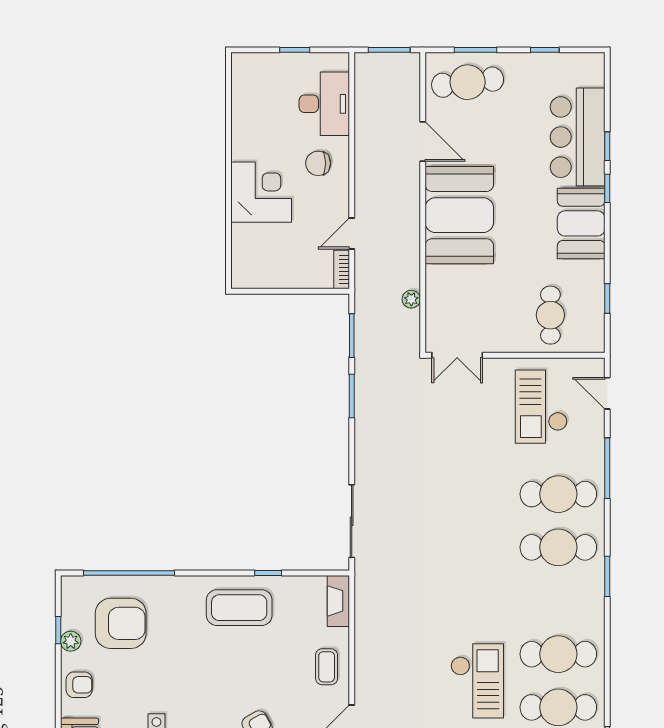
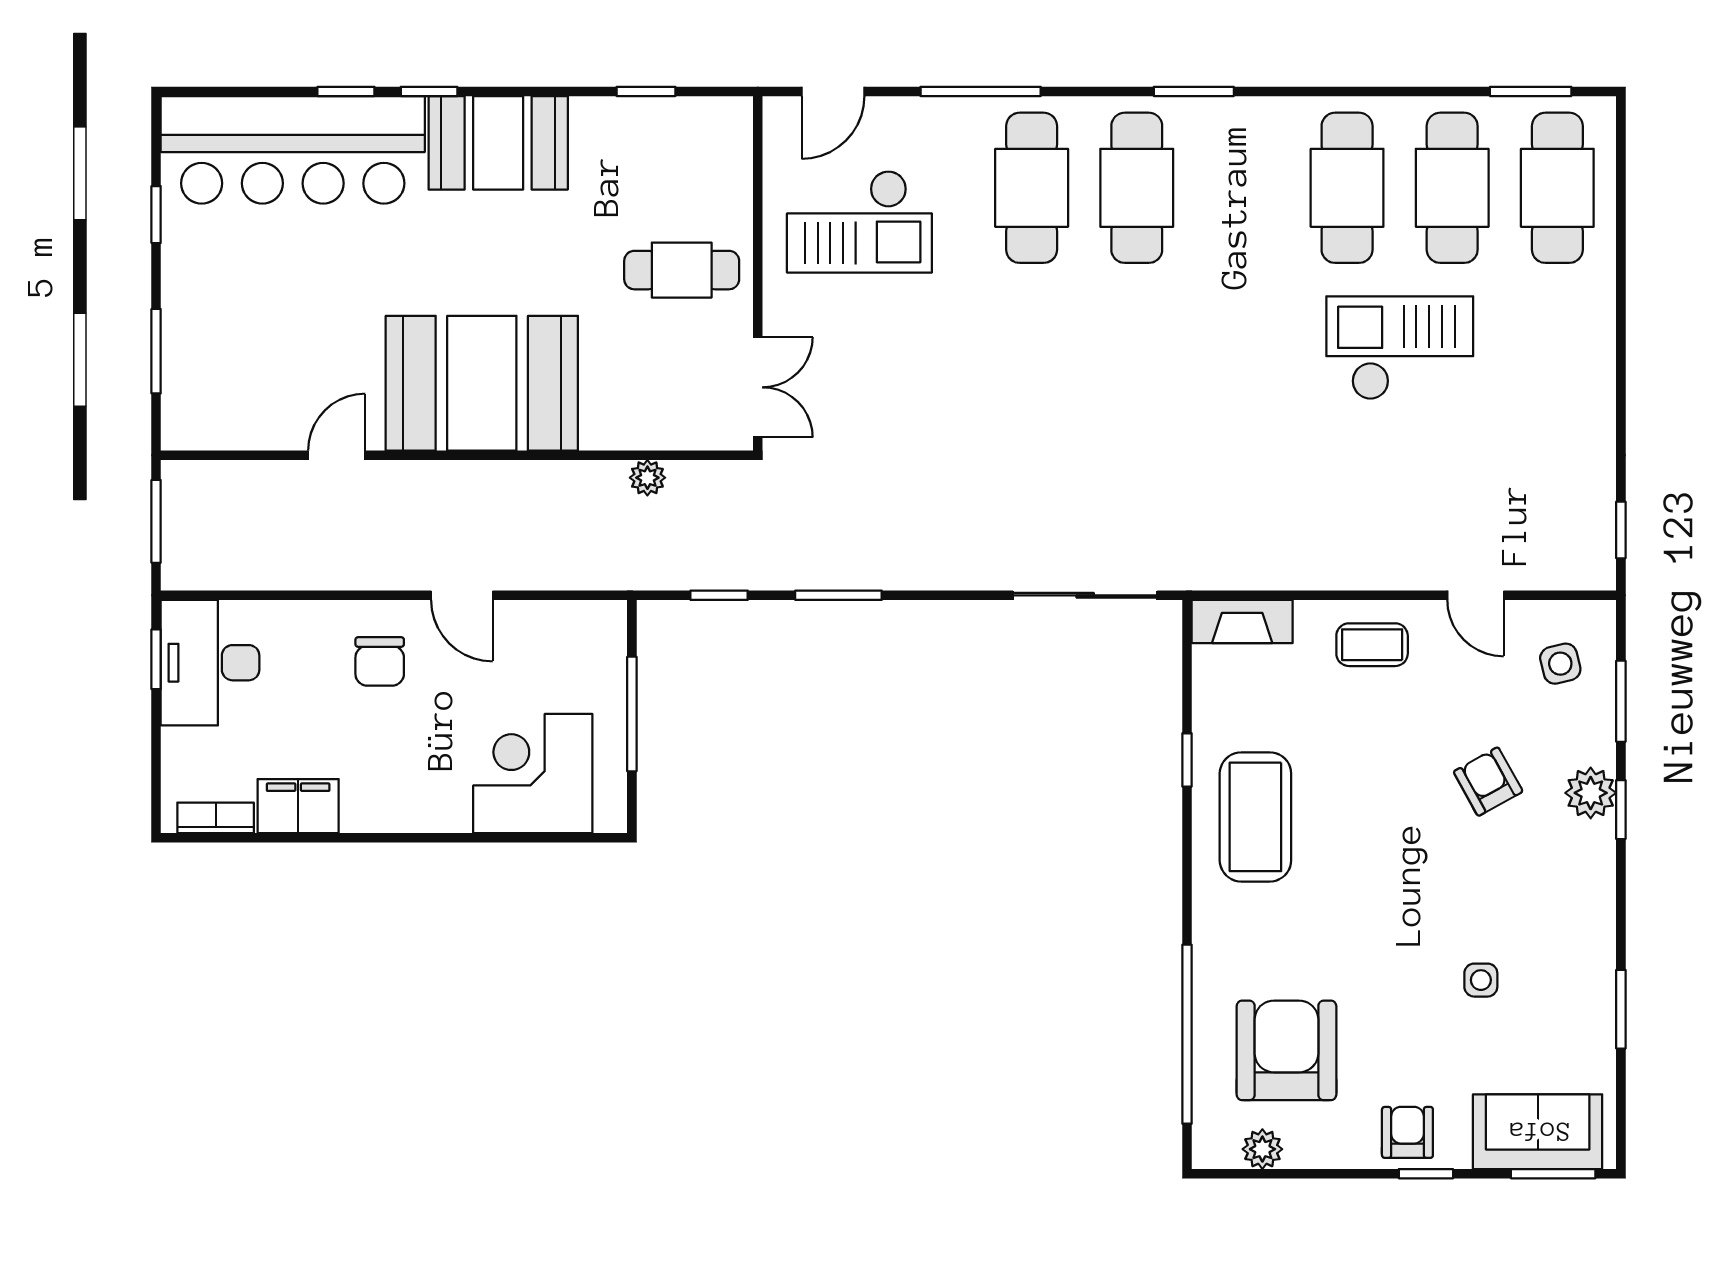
window: (295, 50) -> (156, 659), moved
cafe table: (468, 82) -> (220, 367), removed
desk: (324, 104) -> (210, 663), moved, turned -90
filing cabinet: (245, 122) -> (298, 806), added
bar counter: (578, 137) -> (293, 150), width x1.36
door: (423, 142) -> (337, 455), width x0.73
corner desk: (261, 192) -> (533, 774), moved
door: (352, 233) -> (462, 595), moved
bookcase: (342, 270) -> (216, 818), moved, turned 180
window: (291, 291) -> (632, 714), added
cafe table: (550, 315) -> (682, 270), moved
window: (352, 336) -> (719, 595), width x0.67
window: (58, 630) -> (1426, 1174), moved
plant: (71, 641) -> (1262, 1149), moved

